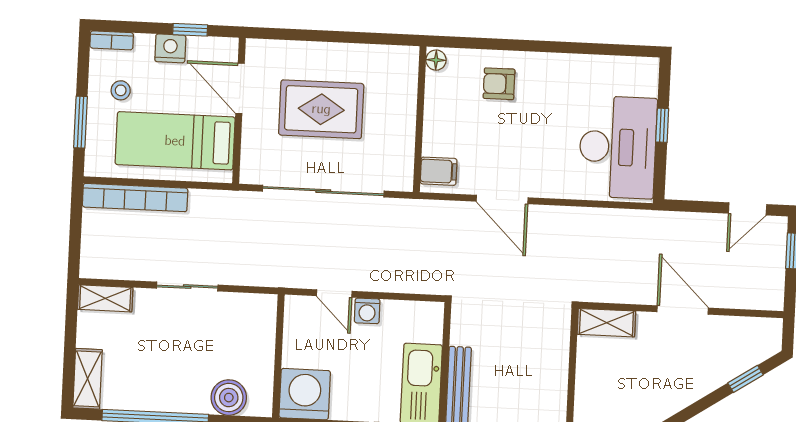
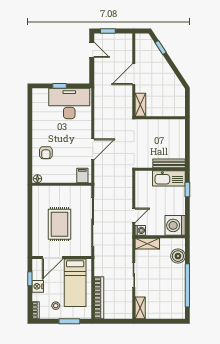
washing machine: (367, 311) -> (140, 230), moved
shelving: (88, 379) -> (147, 244), moved

